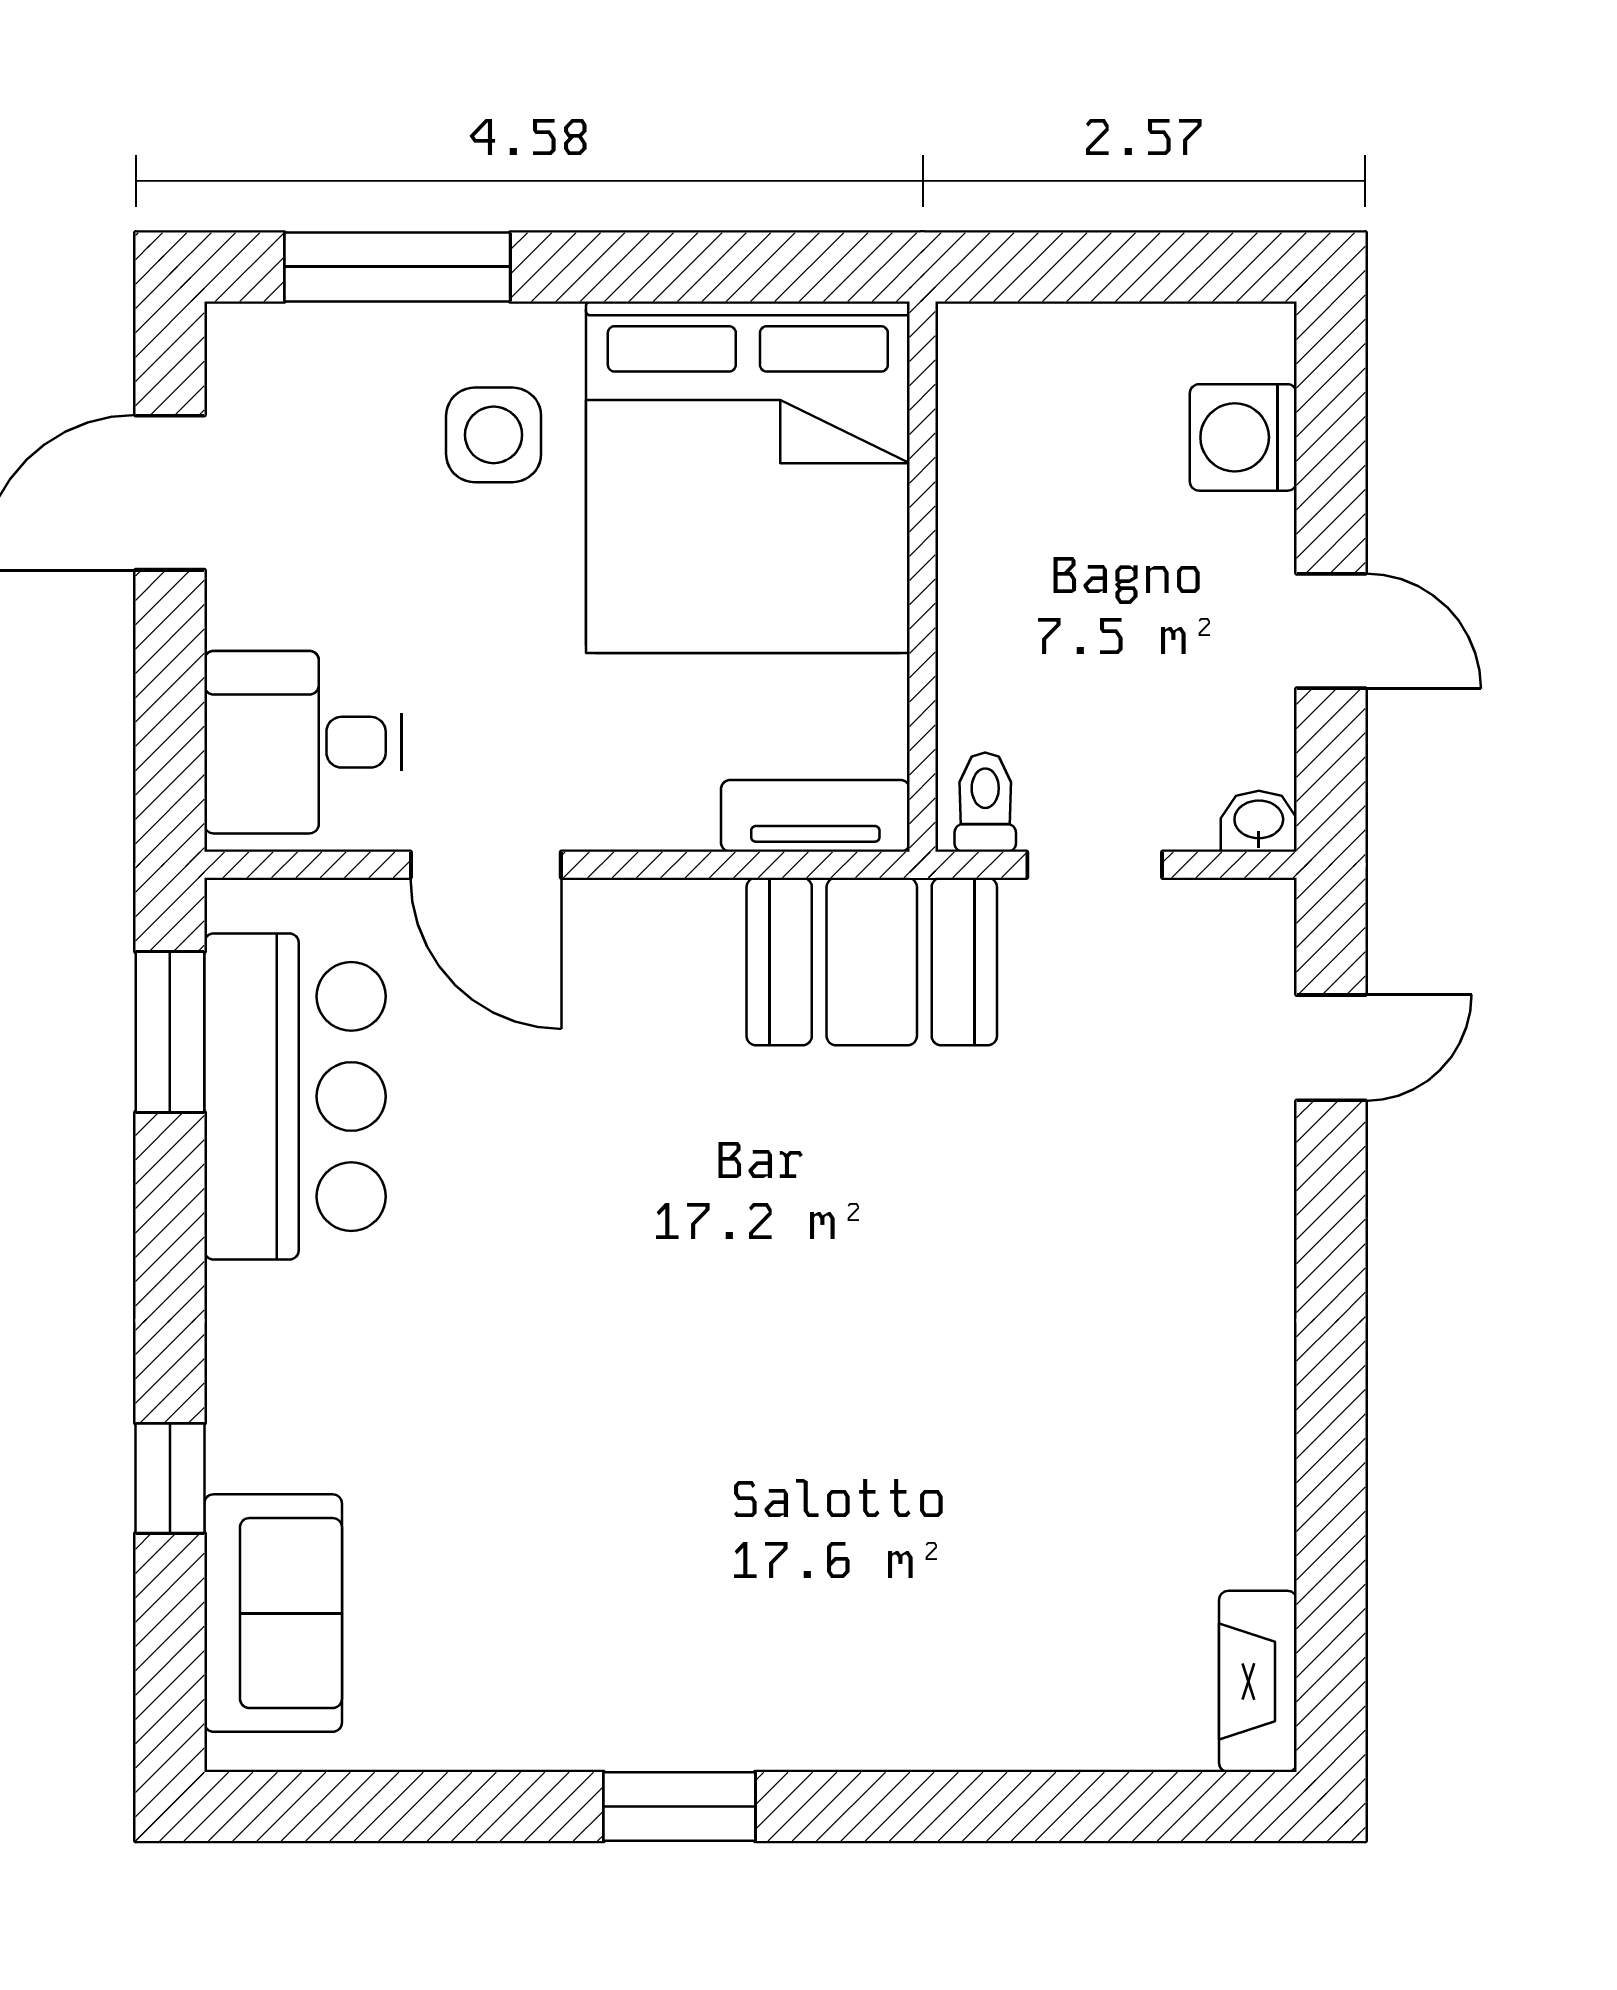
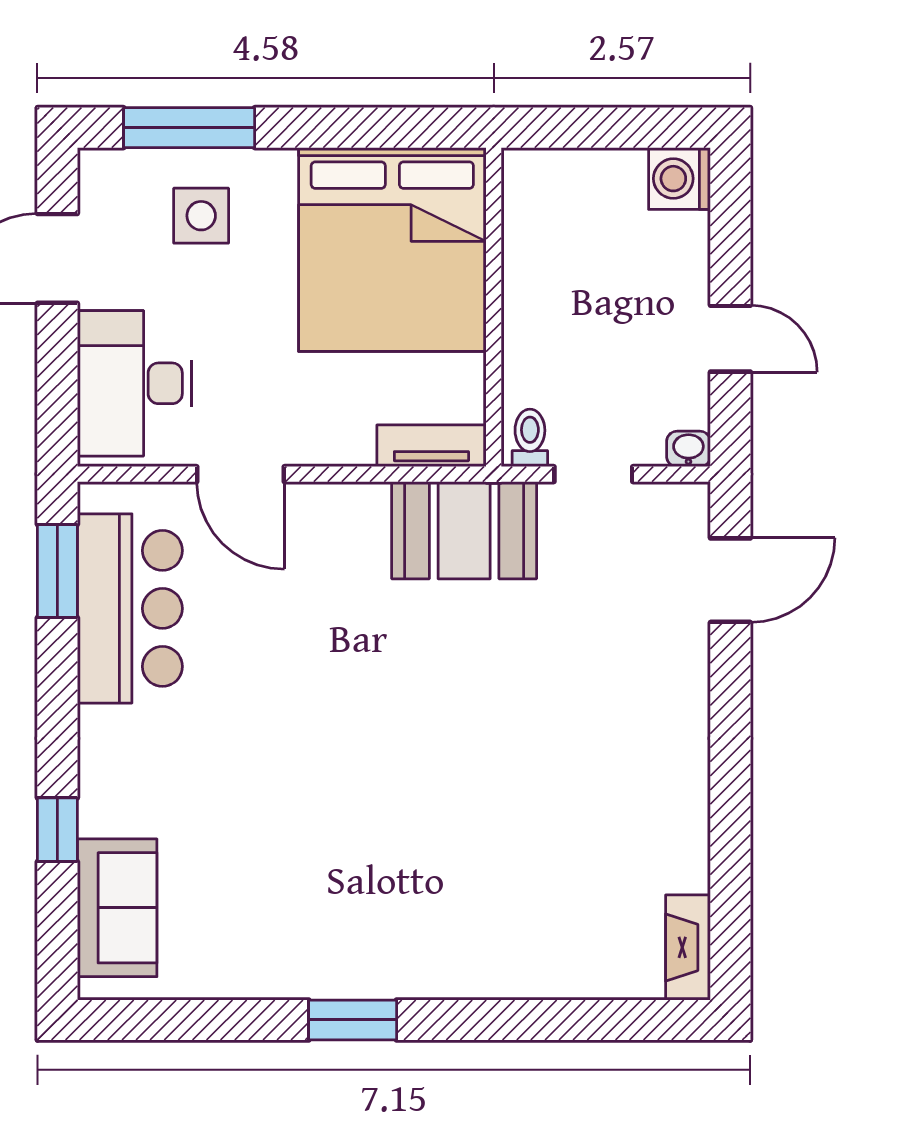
side table: (494, 435) -> (201, 216), moved
washing machine: (1243, 437) -> (679, 179), moved
desk: (303, 742) -> (134, 383), width x1.37
door: (1331, 1048) -> (730, 580), width x1.38

